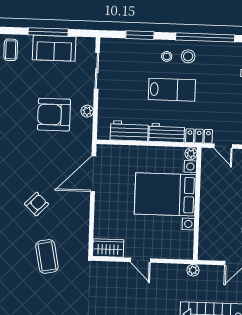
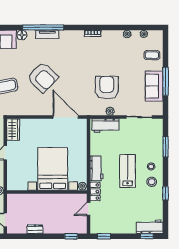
window: (205, 37) -> (166, 193), width x0.32
lab bench: (172, 90) -> (128, 171), turned 180
workbench: (129, 131) -> (106, 126), moved, turned 90
armchair: (36, 204) -> (43, 77), width x1.88, depth x1.88

